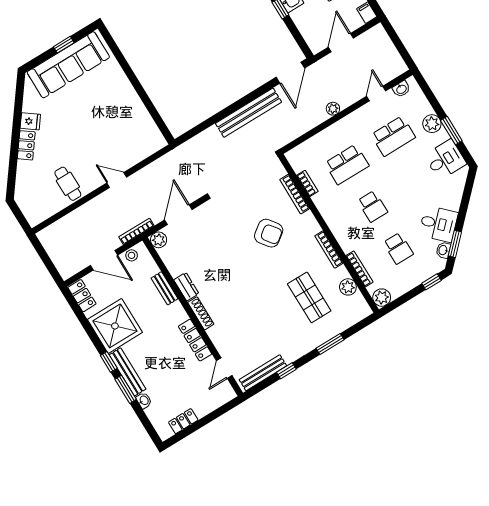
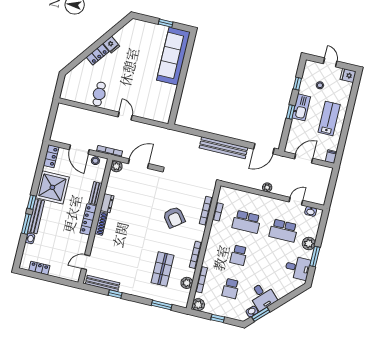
sofa: (68, 65) -> (173, 56), moved, turned 90
window: (431, 282) -> (218, 318), moved
locker: (195, 340) -> (88, 219), moved
window: (330, 344) -> (162, 305), moved

